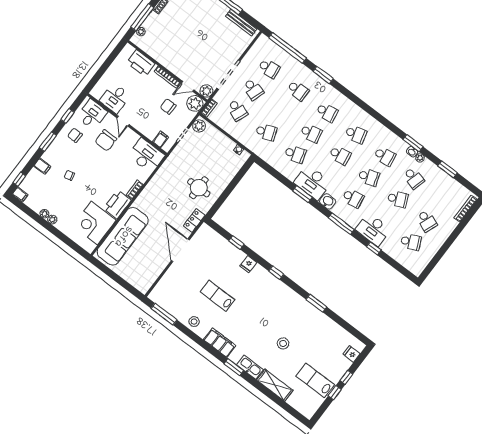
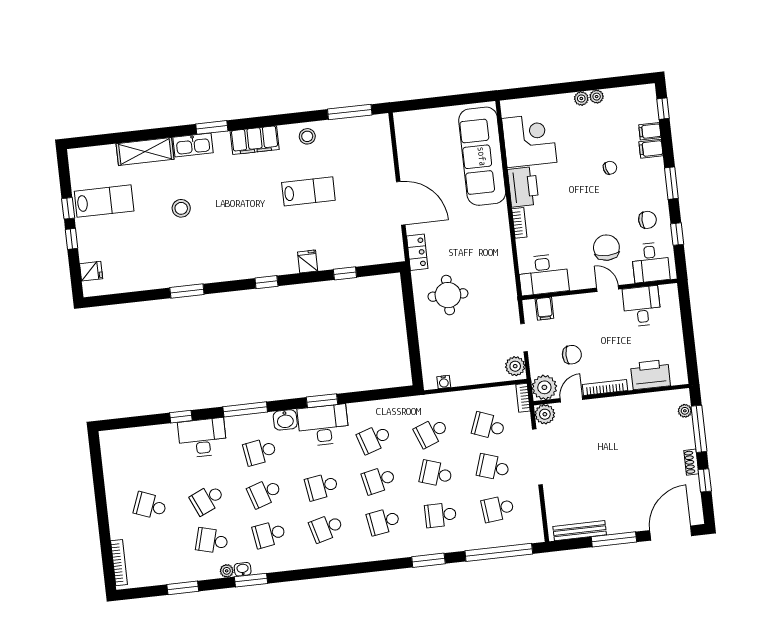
filing cabinet: (20, 195) -> (650, 131), moved
school desk: (411, 242) -> (436, 474), moved, turned 42

